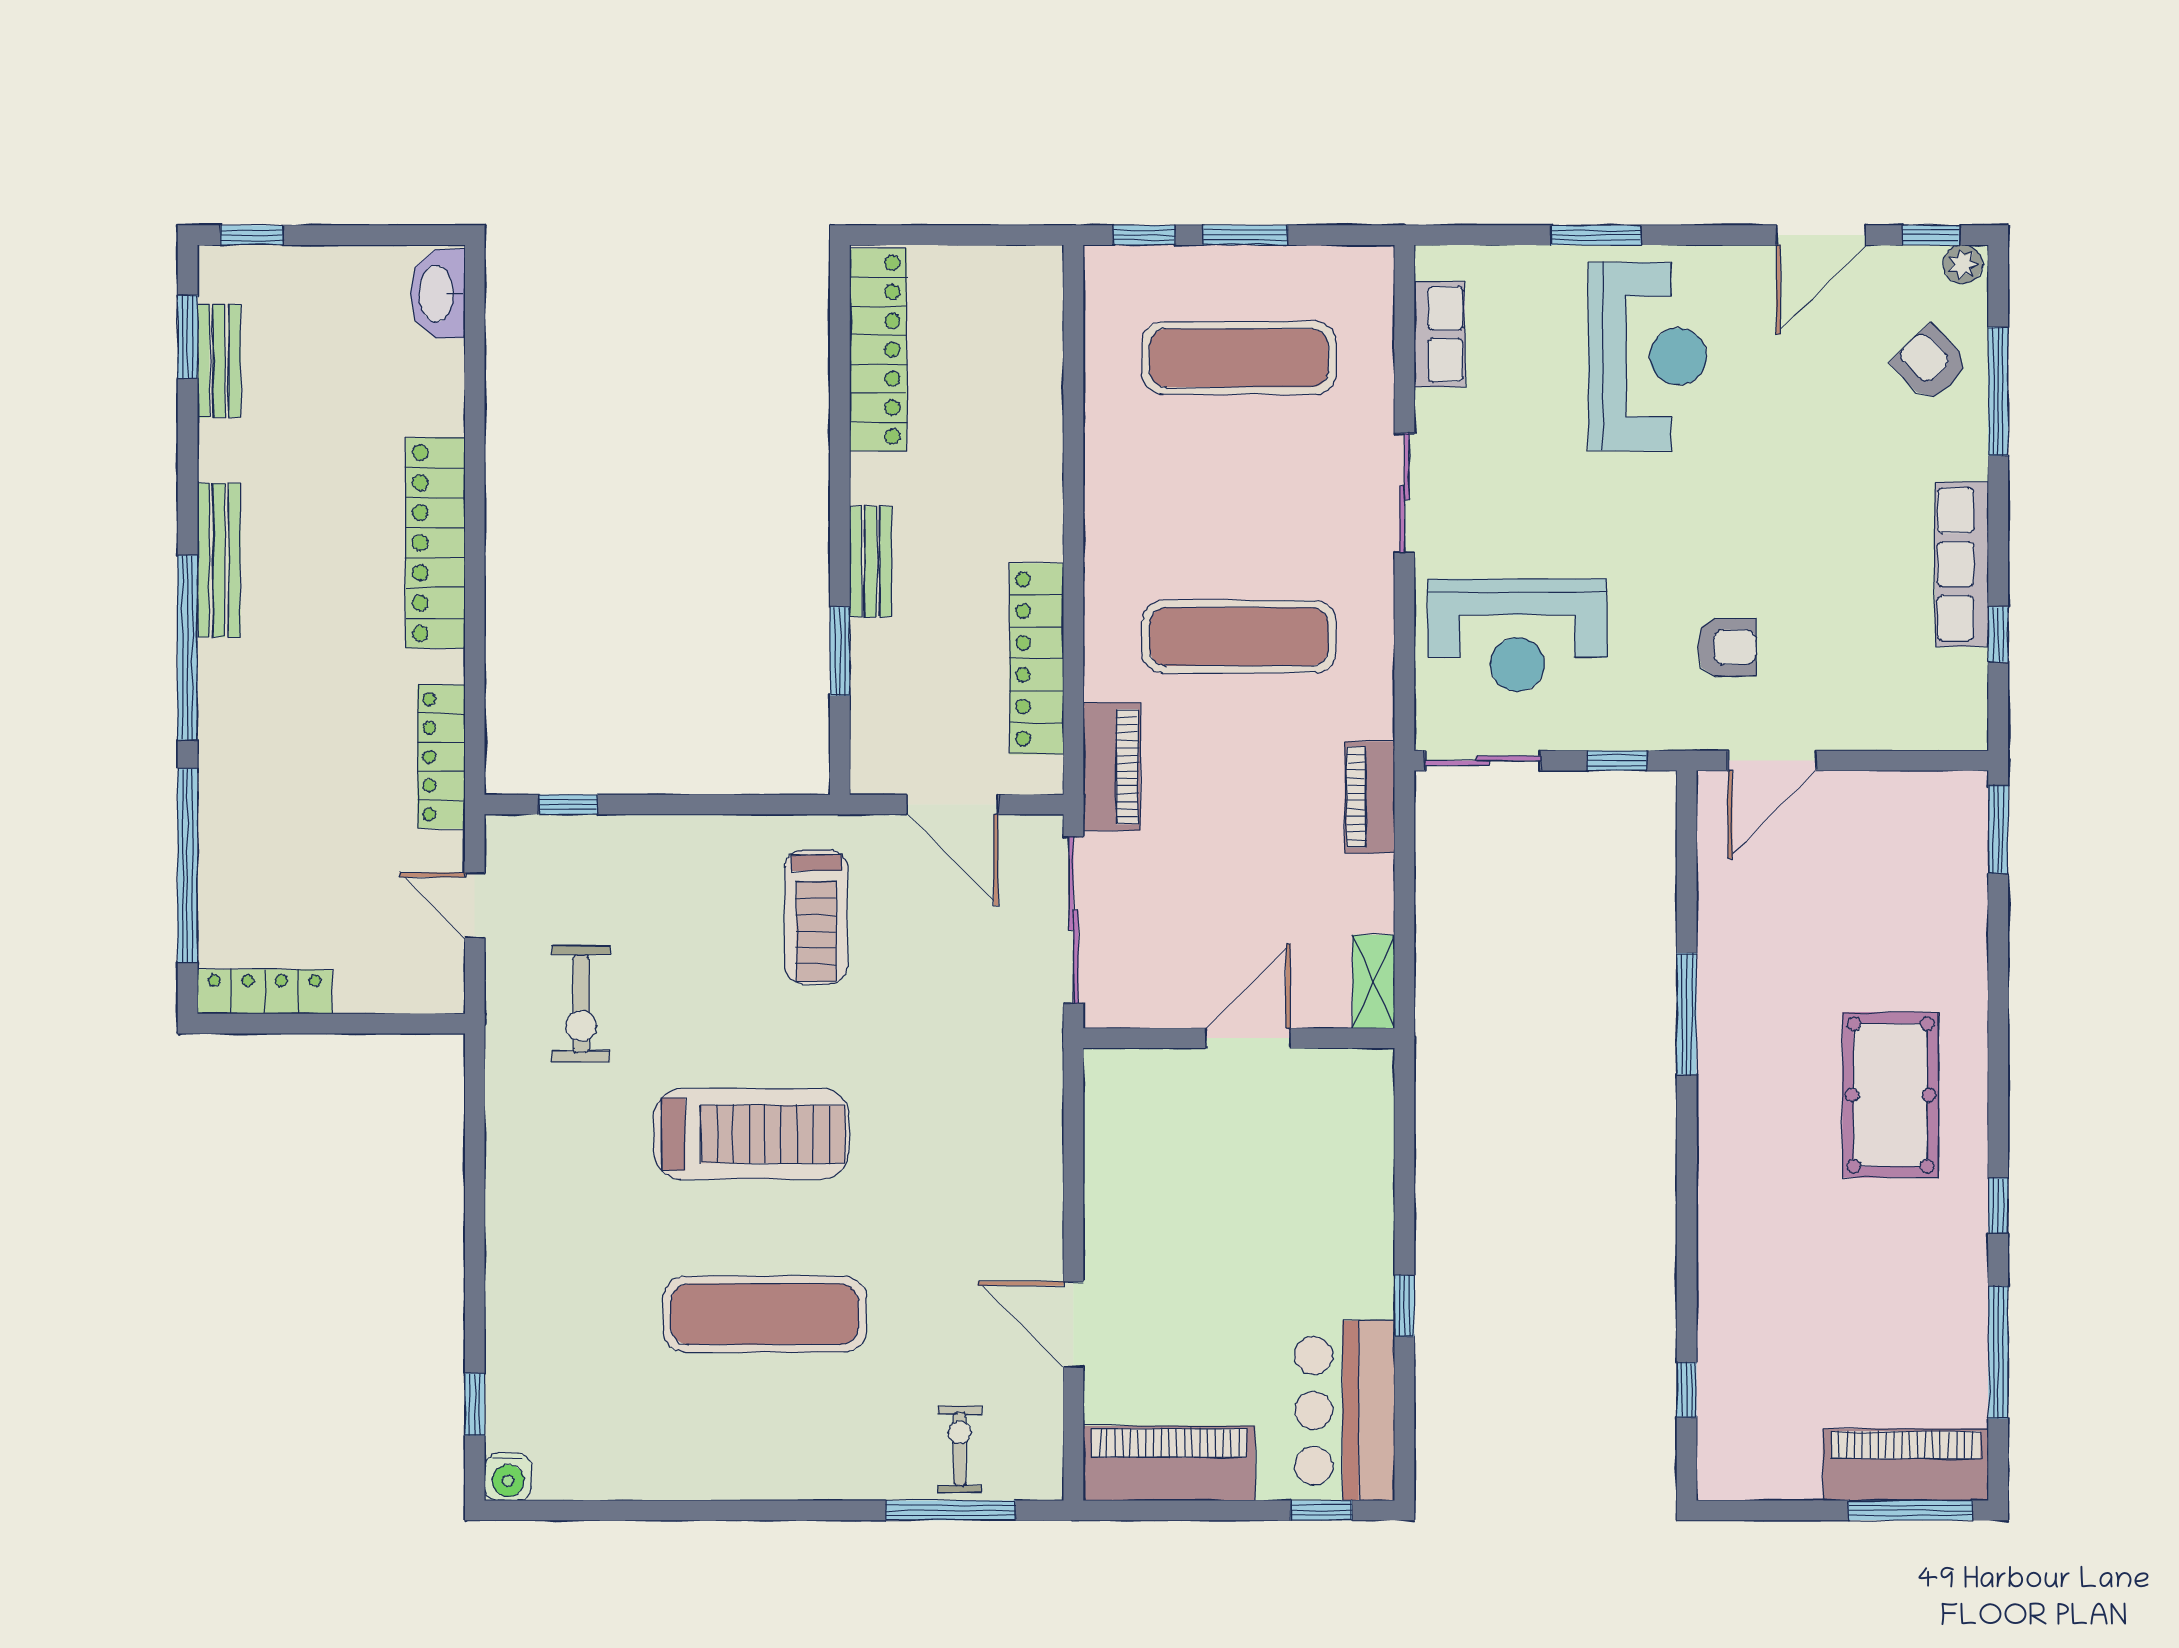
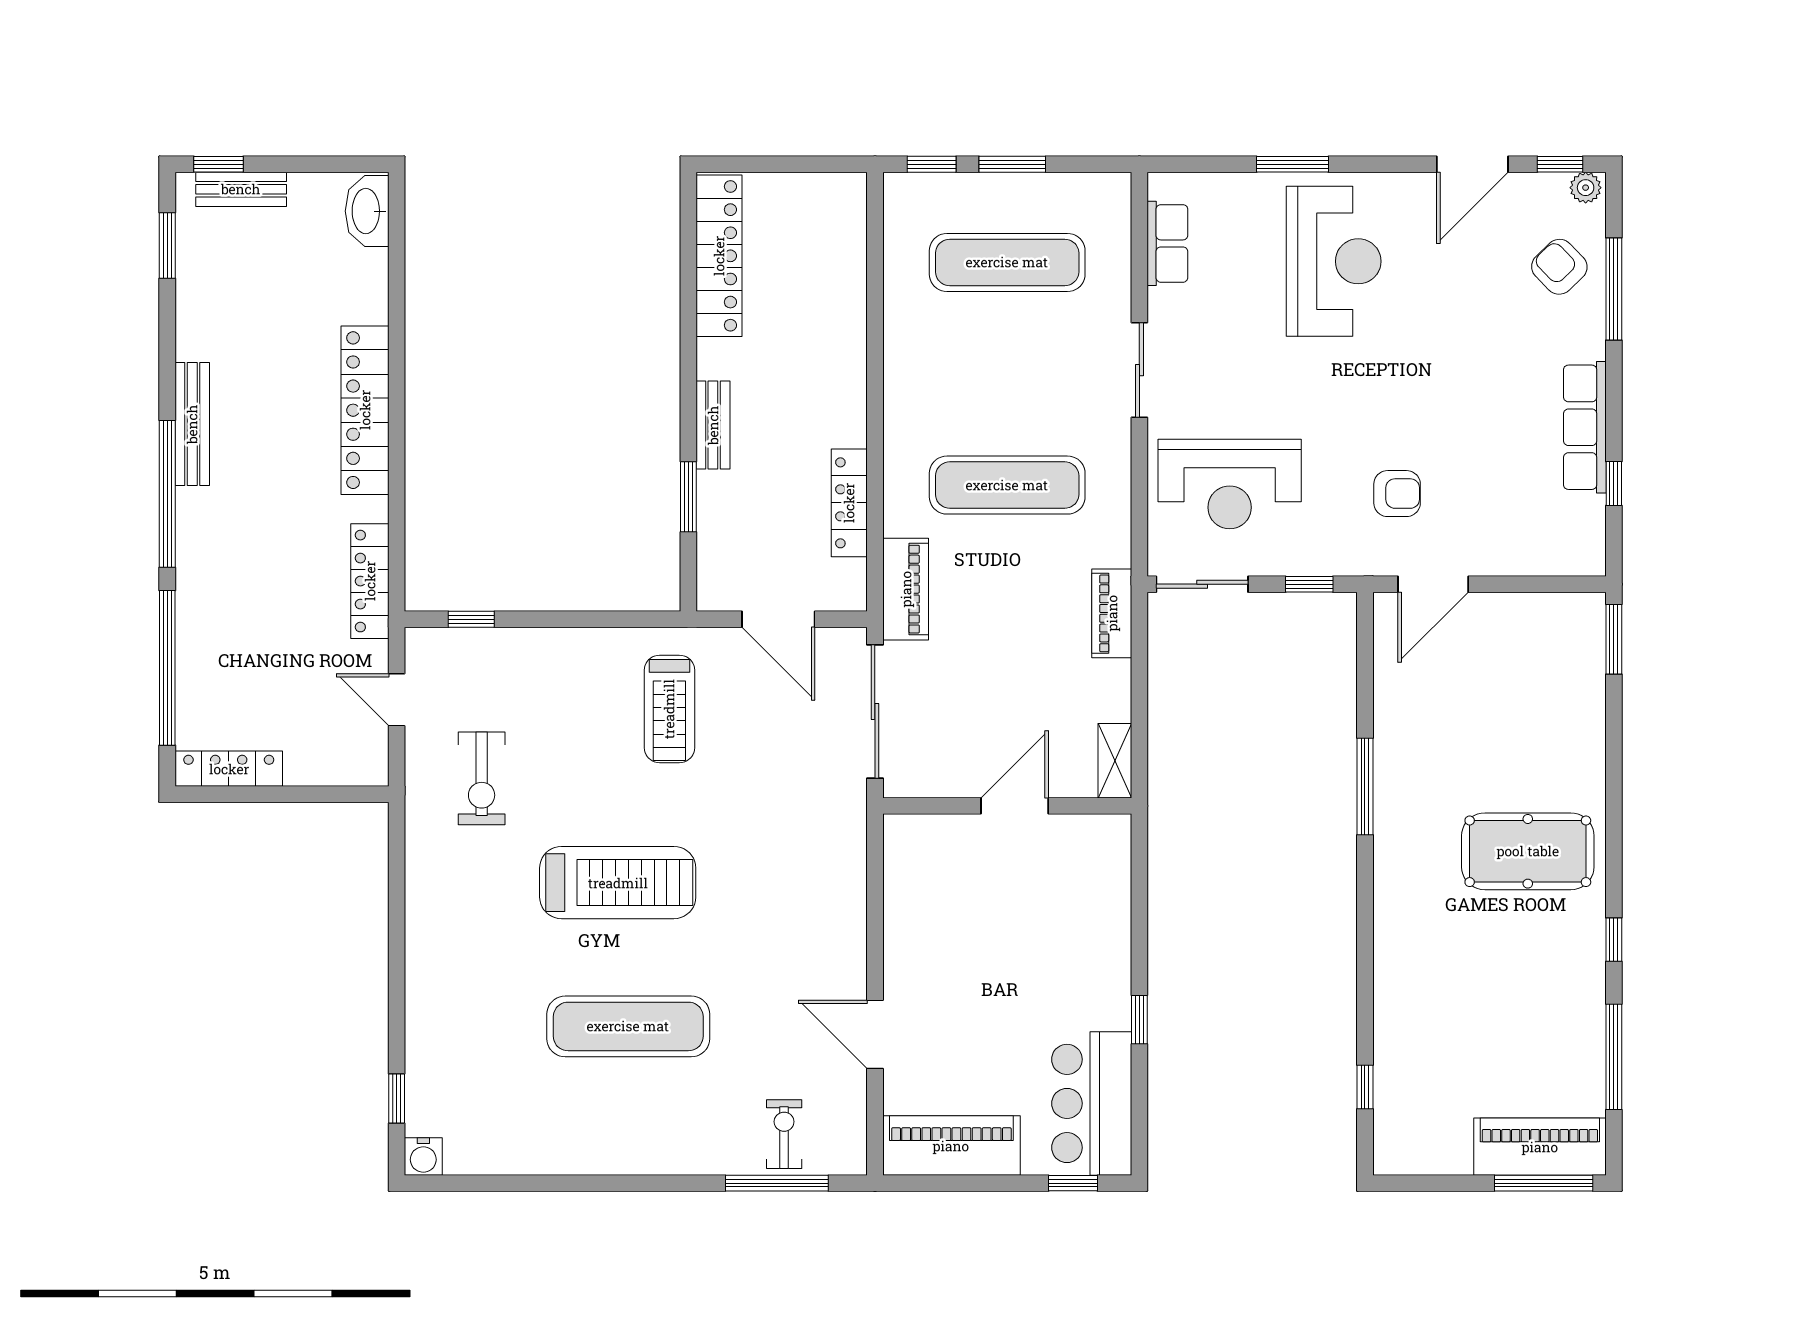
bench: (219, 361) -> (241, 189), moved, turned 90
locker: (1037, 659) -> (849, 503), width x0.71, depth x0.83
pool table: (1890, 1095) -> (1528, 851), turned 90

